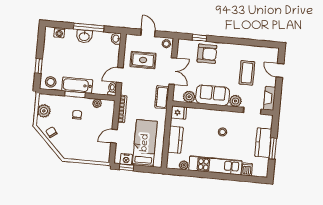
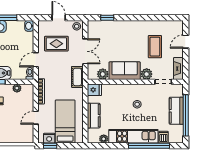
armchair: (207, 54) -> (116, 32), removed
door: (280, 70) -> (186, 42), hinge flipped
window: (273, 148) -> (186, 115), width x2.11
window: (231, 177) -> (149, 146), added

